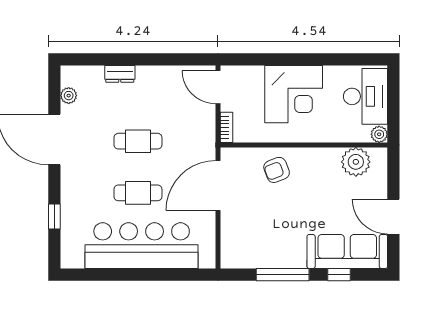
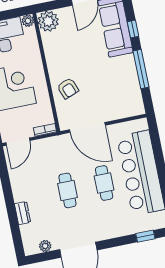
plant: (356, 162) -> (48, 21), moved
window: (54, 217) -> (145, 236), moved

